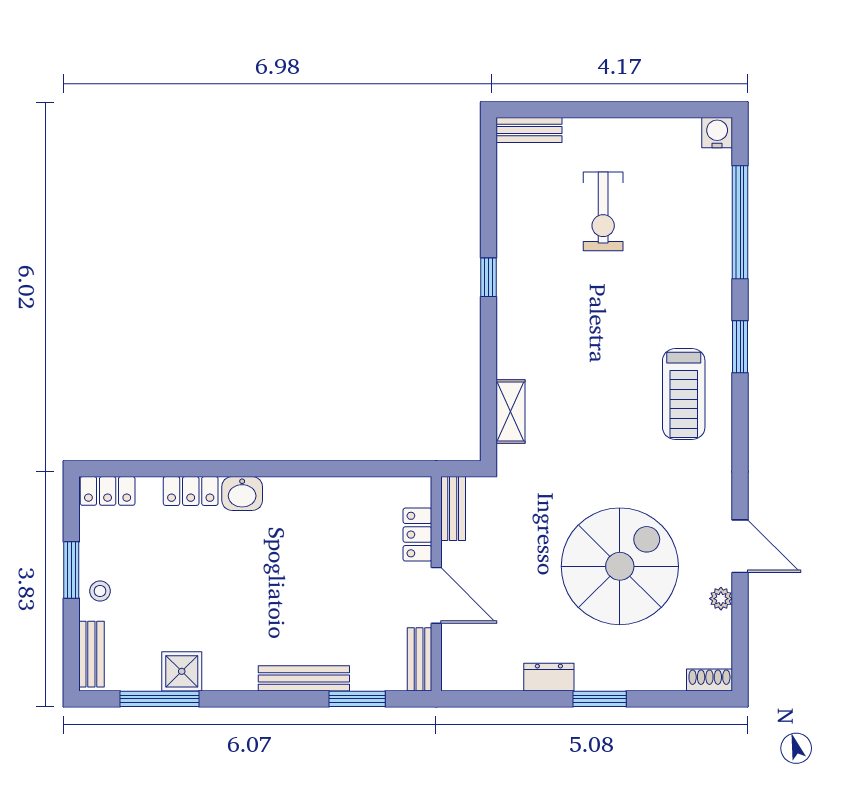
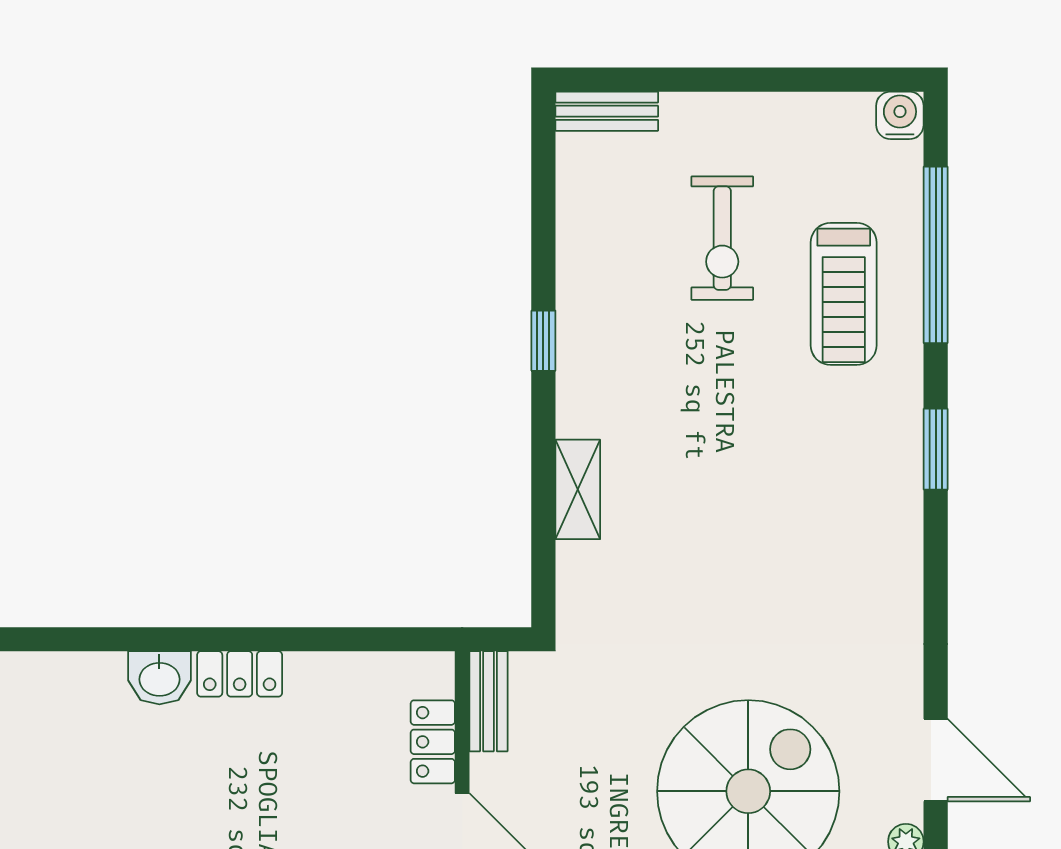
treadmill: (684, 394) -> (844, 294), moved
shelving: (510, 411) -> (578, 489), moved
locker: (191, 491) -> (240, 674), moved

